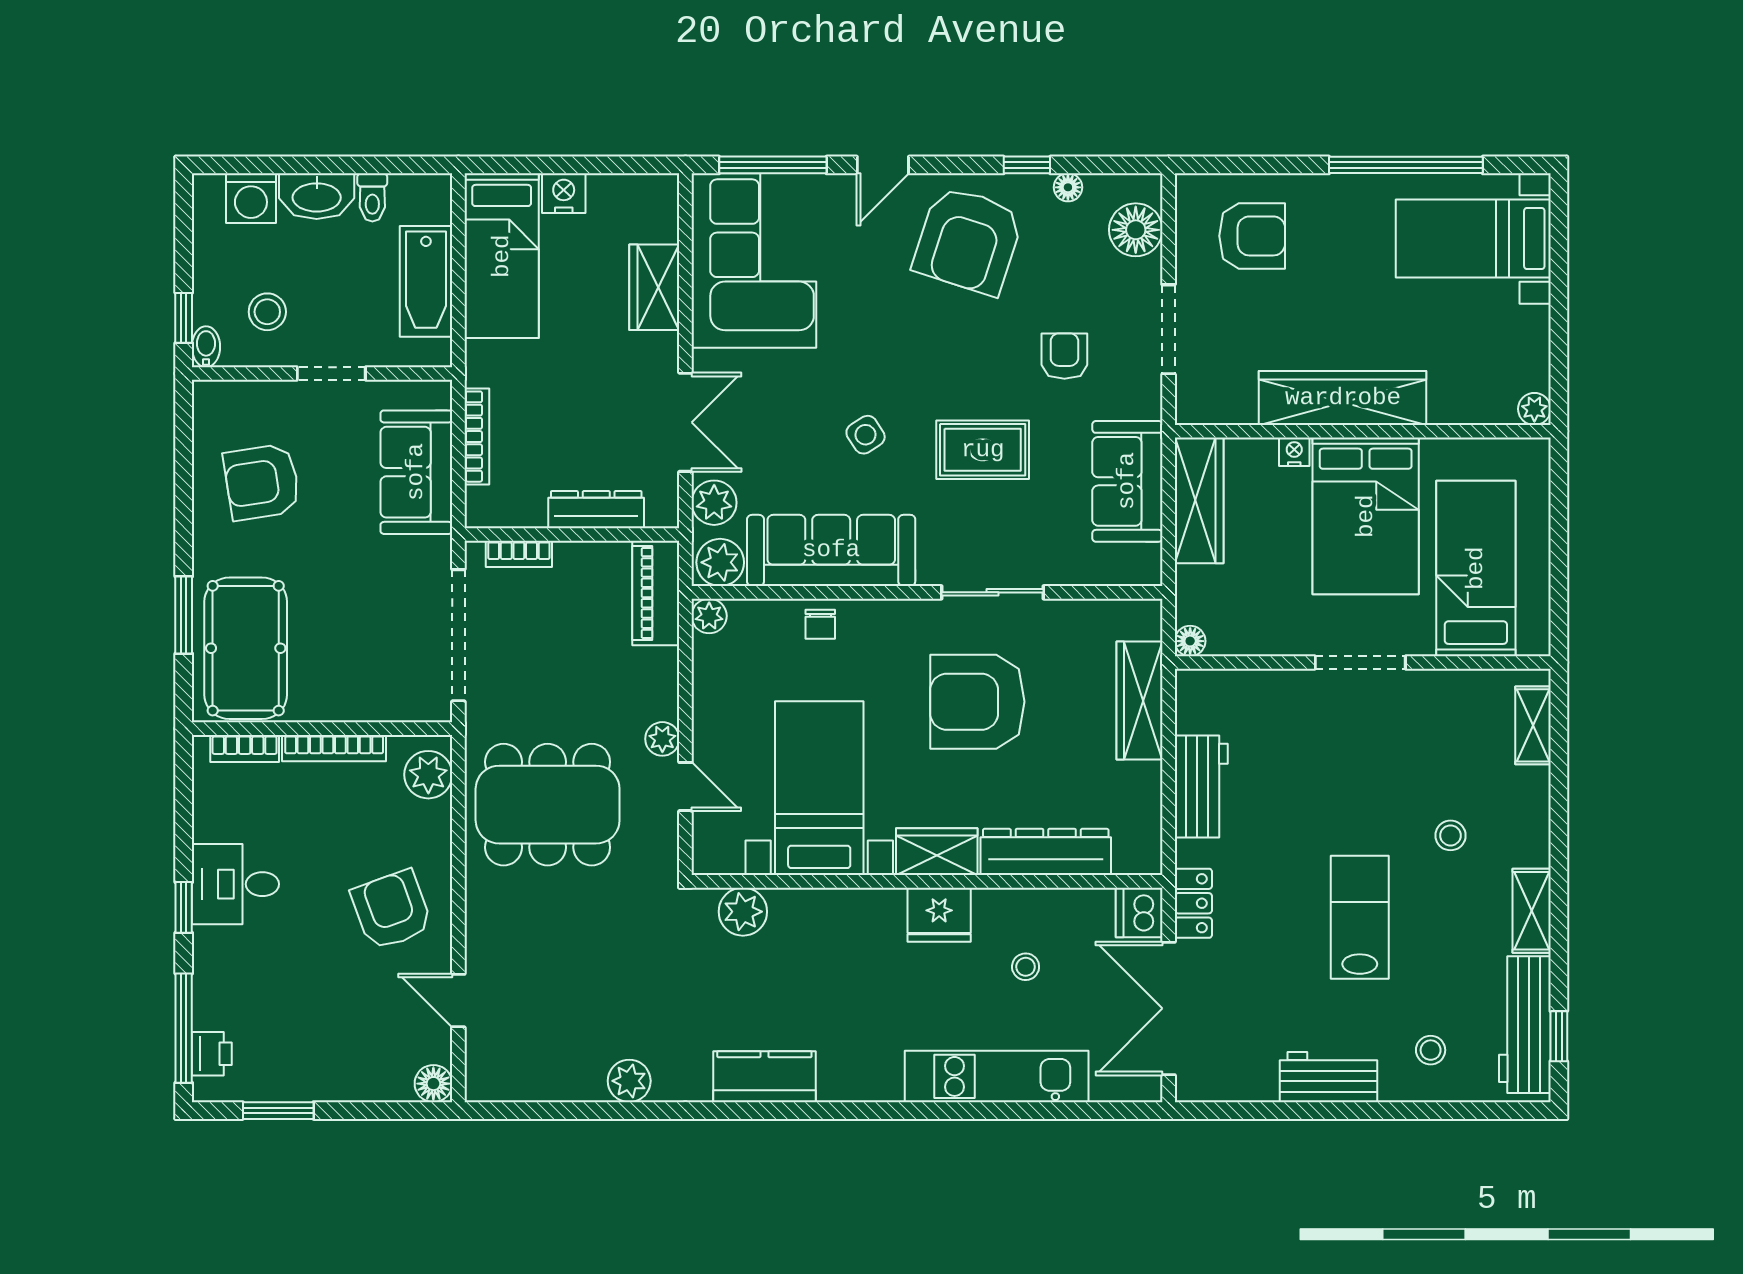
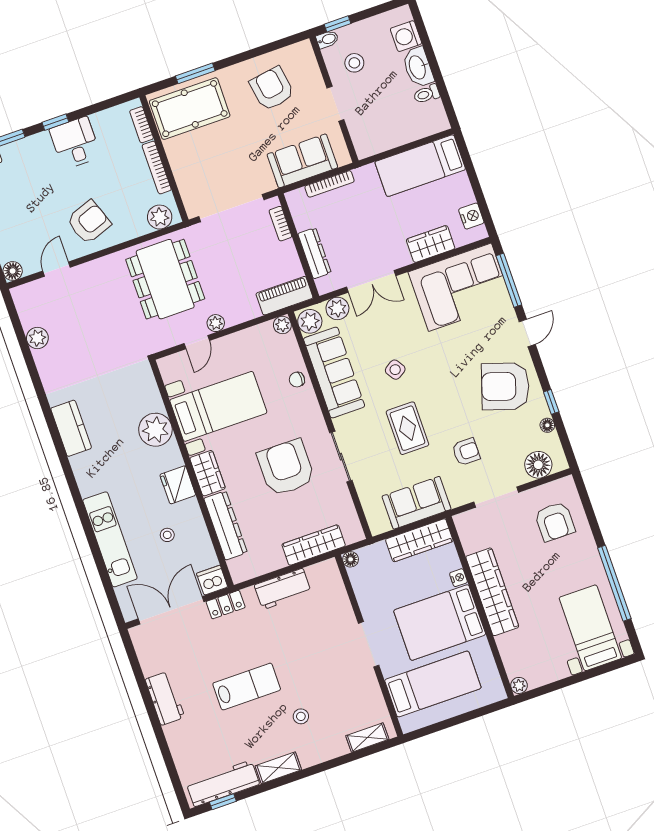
door: (883, 165) -> (527, 333), swing flipped
nightstand: (564, 193) -> (471, 216), moved
bathtub: (426, 281) -> (395, 134), removed
plant: (743, 912) -> (155, 430), moved, width x1.36, depth x1.36
stool: (1431, 1050) -> (195, 743), removed
plant: (629, 1081) -> (37, 338), moved

